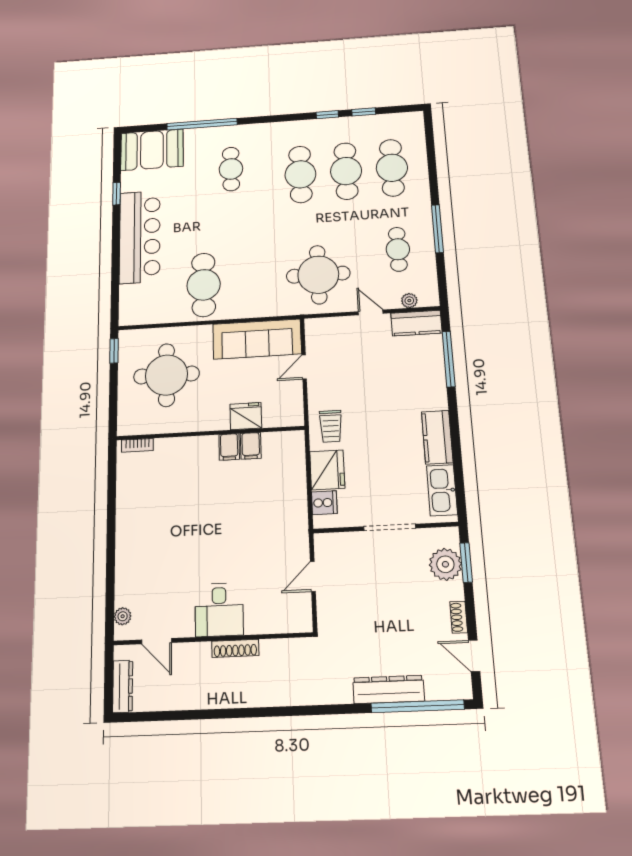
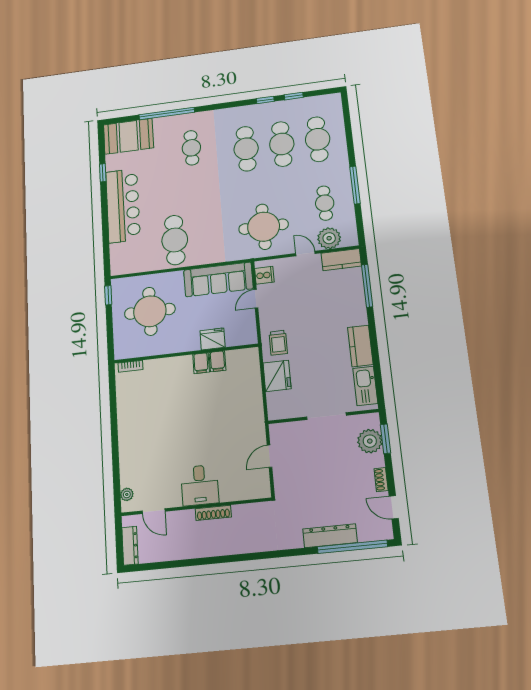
plant: (409, 301) -> (329, 238), width x1.87, depth x1.87
cooker: (324, 503) -> (264, 275), moved

